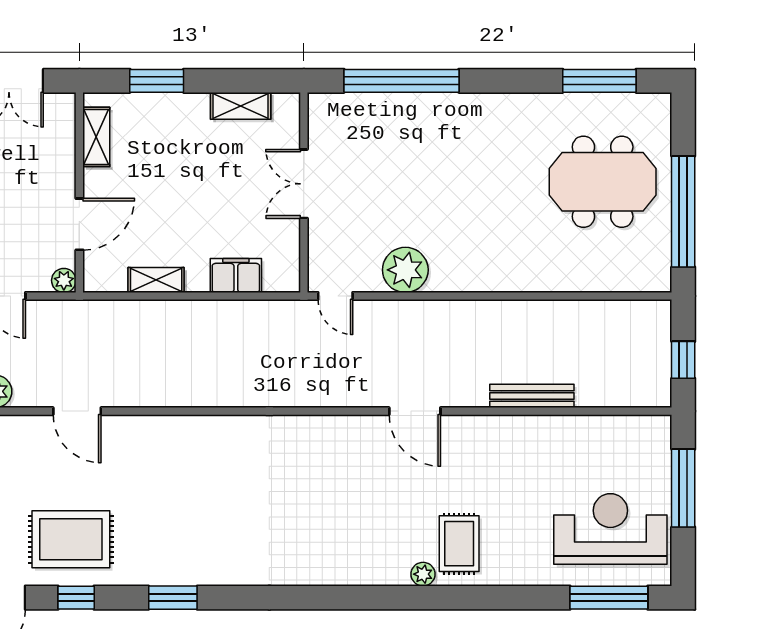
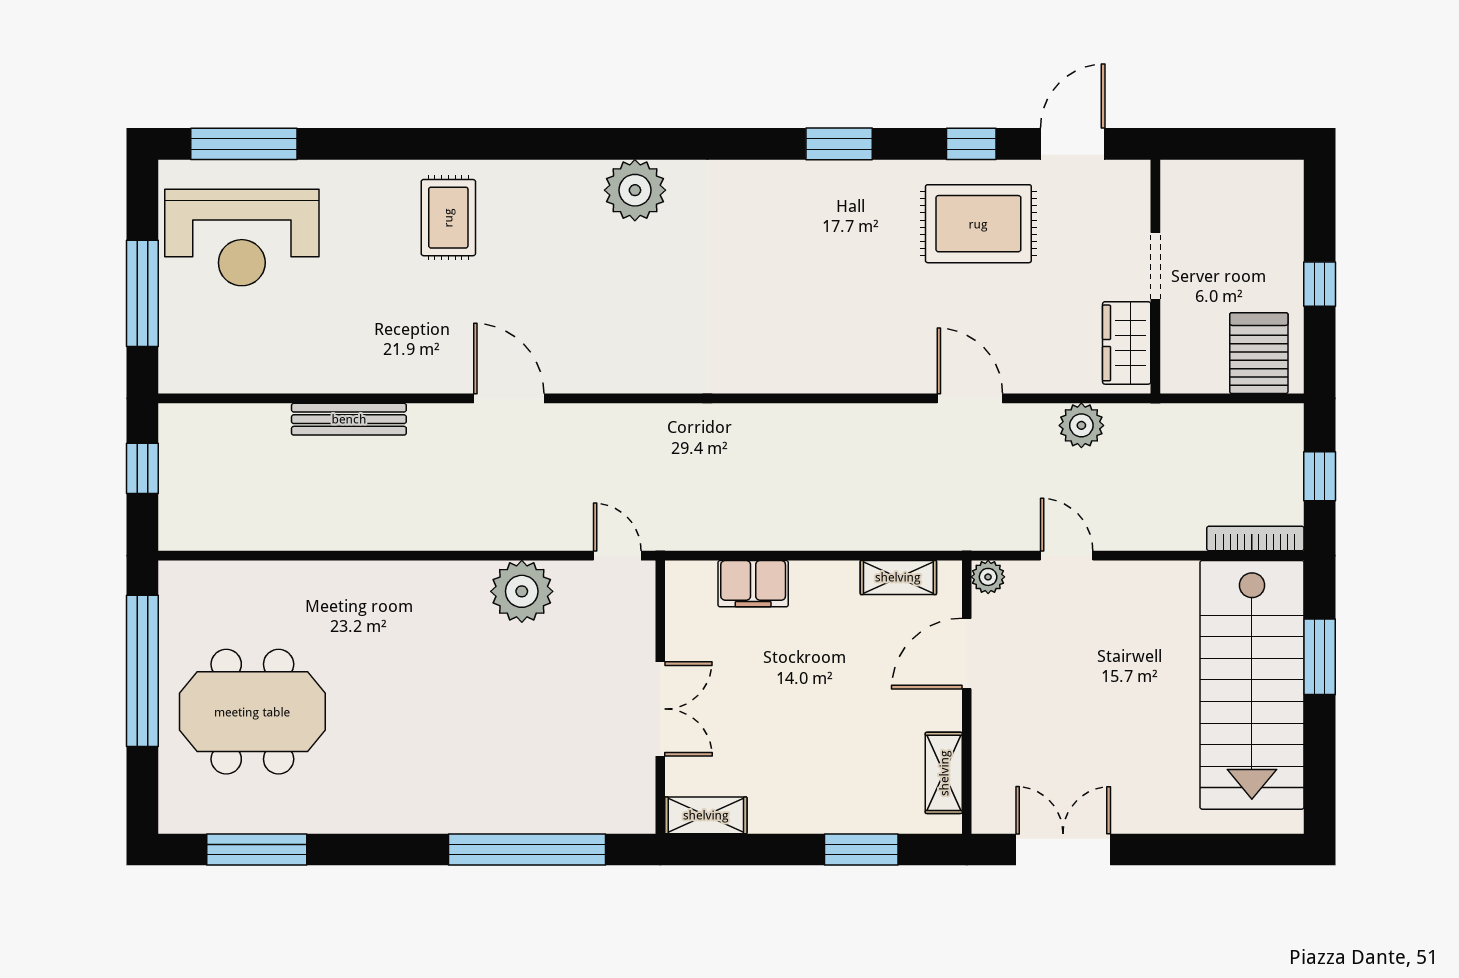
shelving: (241, 106) -> (706, 815), moved
shelving: (156, 280) -> (898, 577), moved
plant: (423, 574) -> (635, 190), moved, width x1.88, depth x1.88

